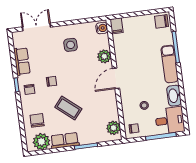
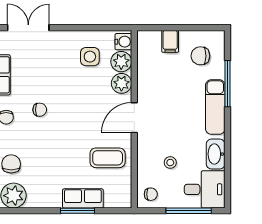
chair: (162, 21) -> (200, 56), moved
filing cabinet: (117, 26) -> (170, 41), moved
side table: (71, 45) -> (90, 57), moved
coffee table: (68, 108) -> (108, 158), moved, turned -40
plant: (114, 128) -> (121, 62), moved
row of seats: (65, 140) -> (83, 198), moved

